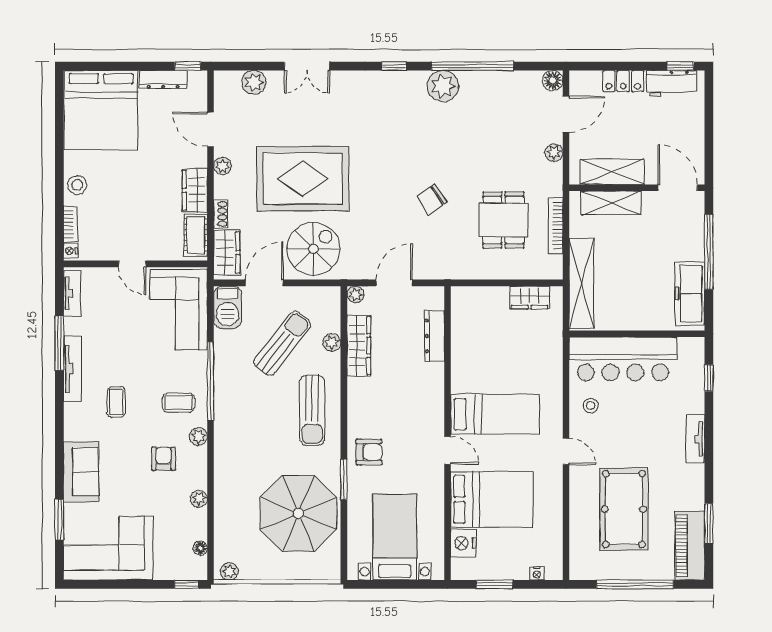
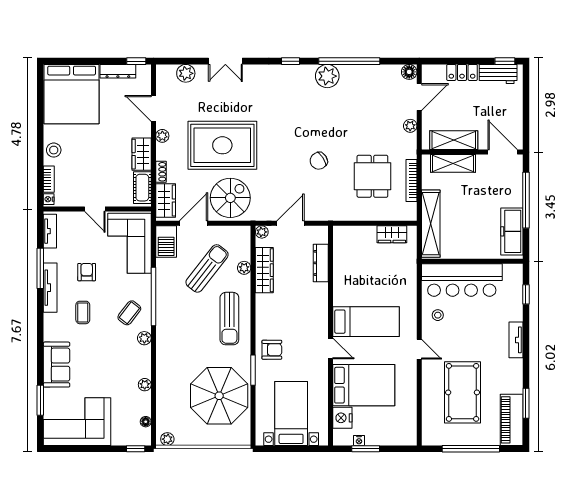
coffee table: (178, 403) -> (129, 313), turned -52
armchair: (164, 459) -> (87, 272), moved
nightstand: (537, 573) -> (359, 441), moved

